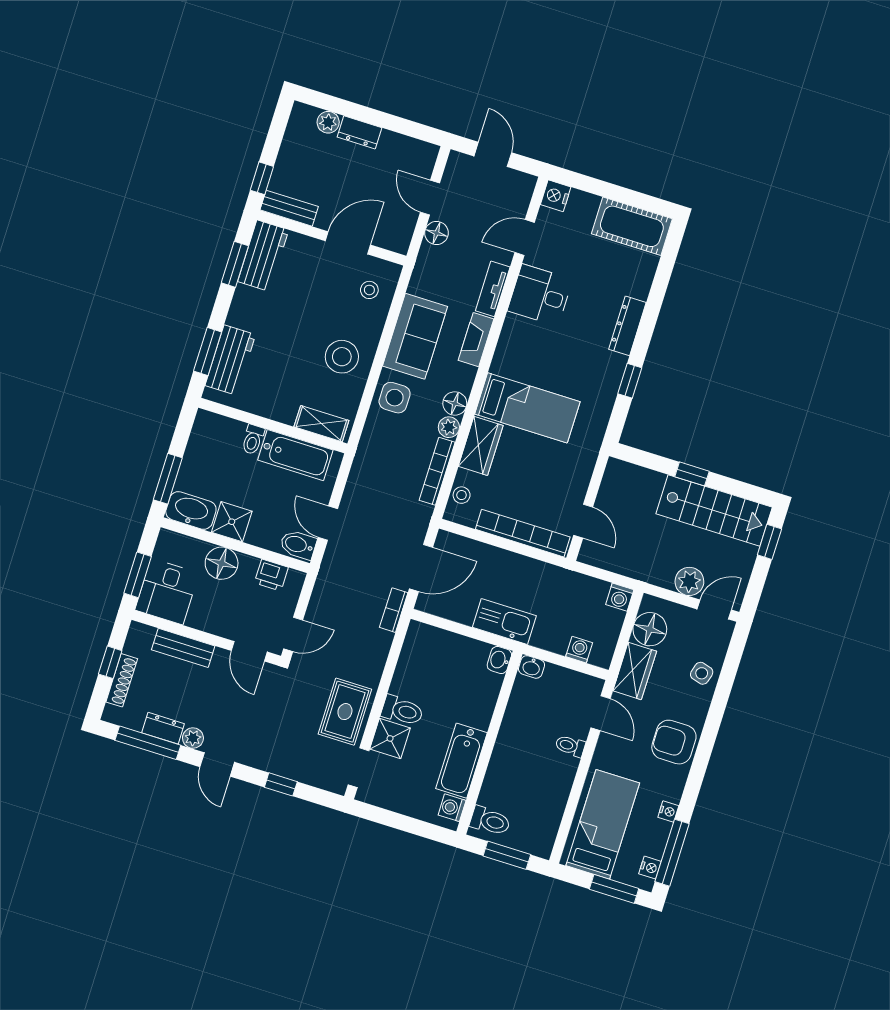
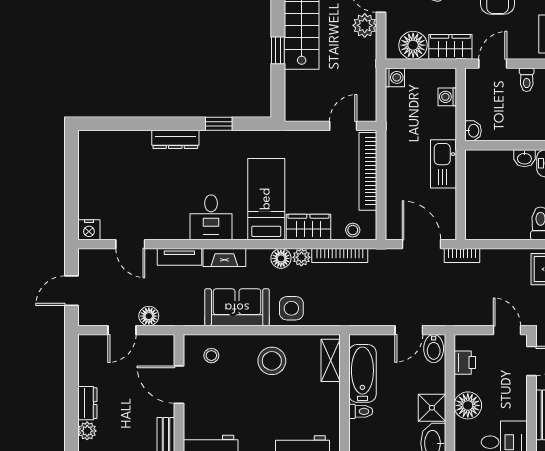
cot: (632, 226) -> (94, 161), removed
desk: (540, 295) -> (211, 217), moved
washbasin: (499, 660) -> (524, 158), moved

